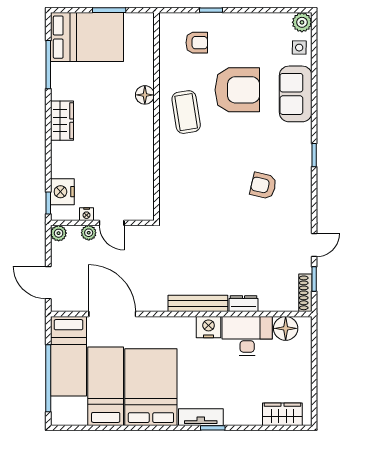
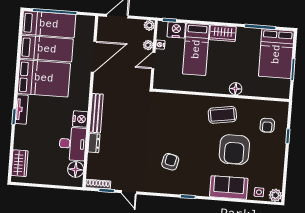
bed: (90, 159) -> (196, 49), added
bed: (68, 356) -> (49, 24), moved, turned 180

